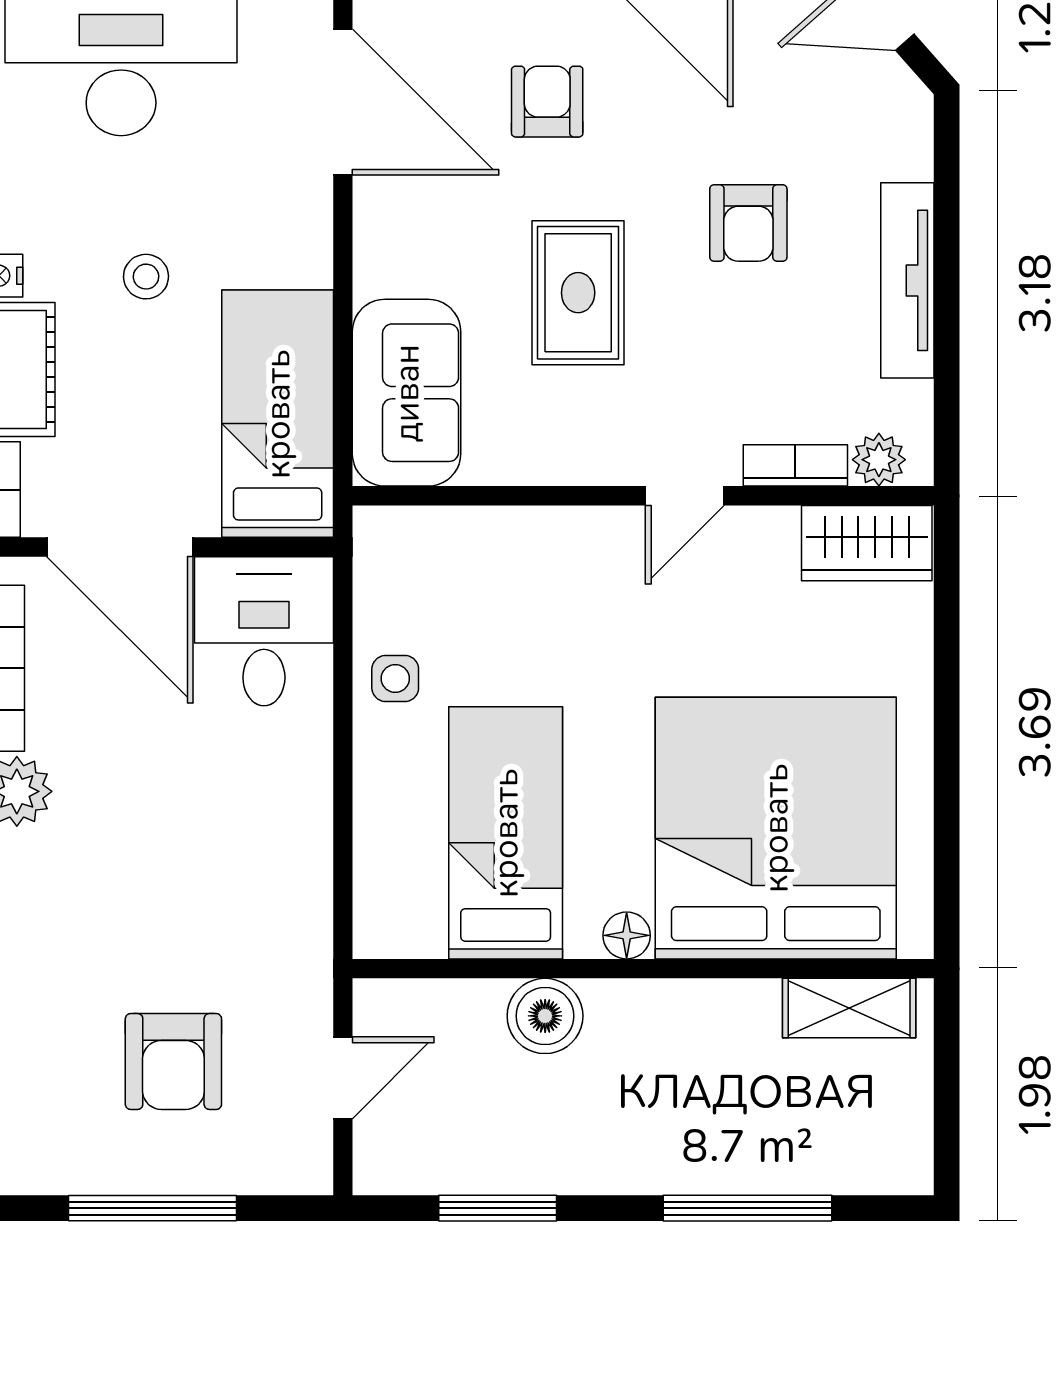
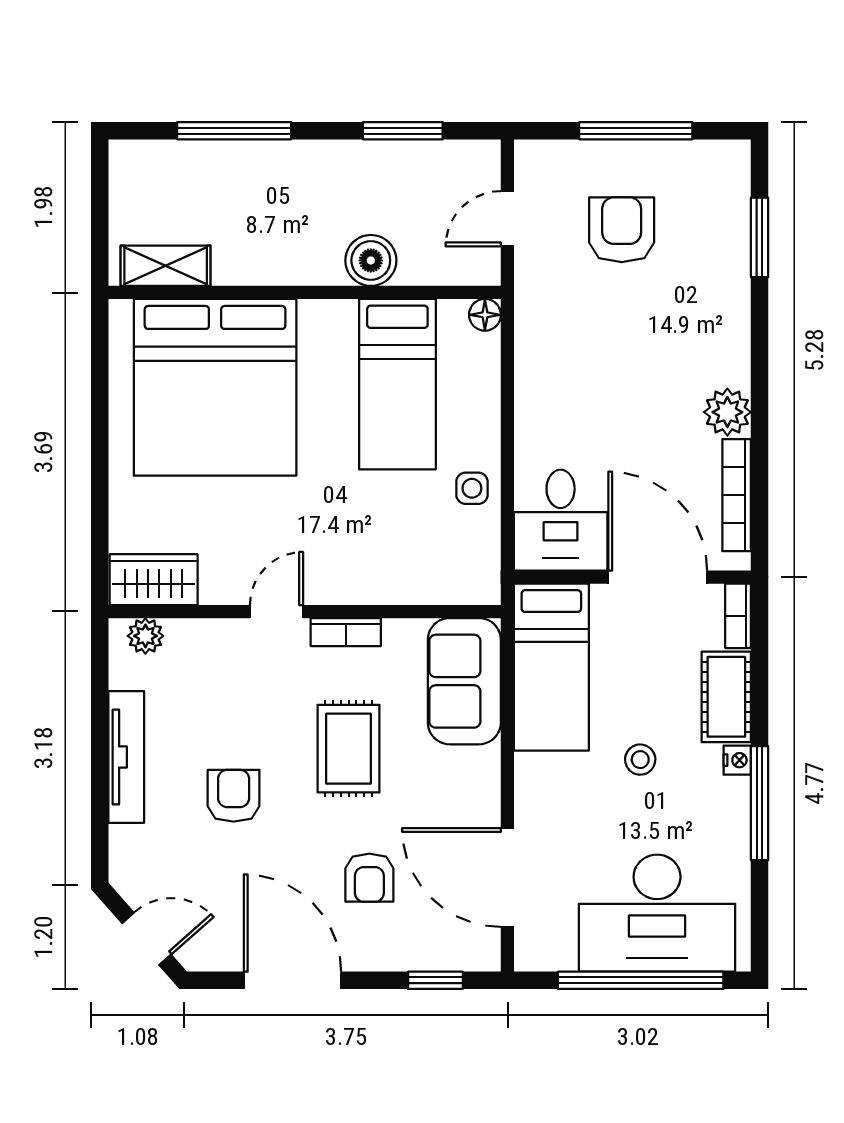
bookcase: (795, 465) -> (346, 632), moved
floor lamp: (627, 935) -> (485, 315), moved

